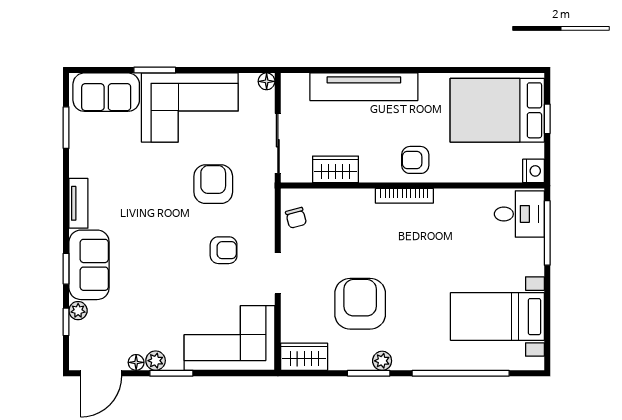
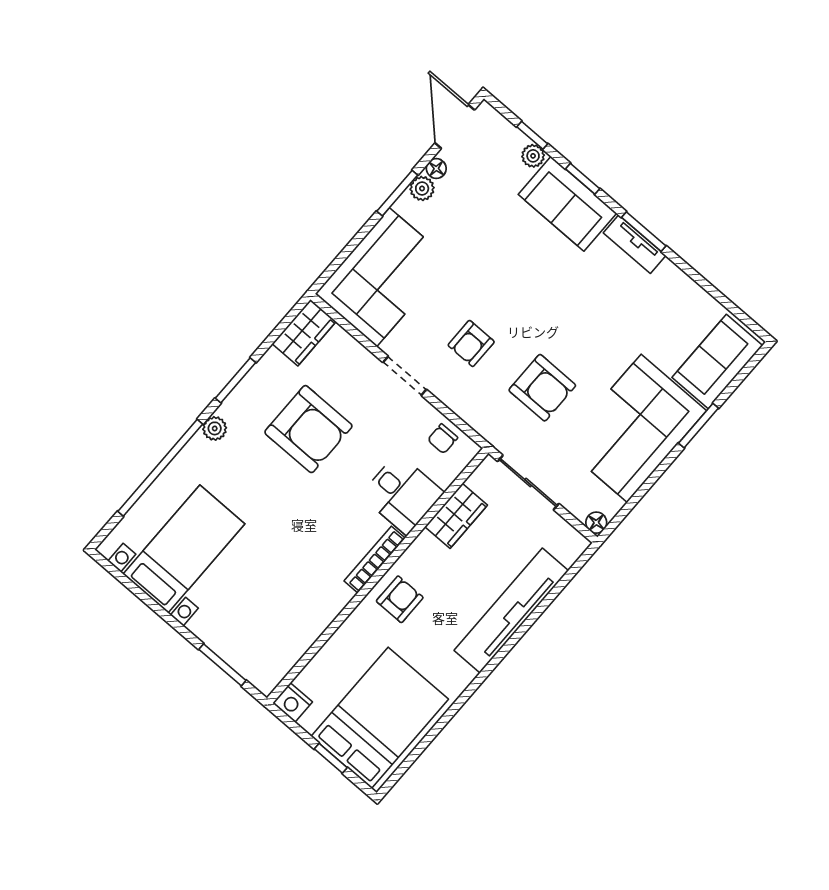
window: (66, 128) -> (644, 232), moved
desk: (519, 214) -> (402, 494), moved, turned -90
chair: (296, 218) -> (443, 439), turned -75
window: (547, 233) -> (222, 665), width x0.69
plant: (382, 361) -> (215, 428), moved

